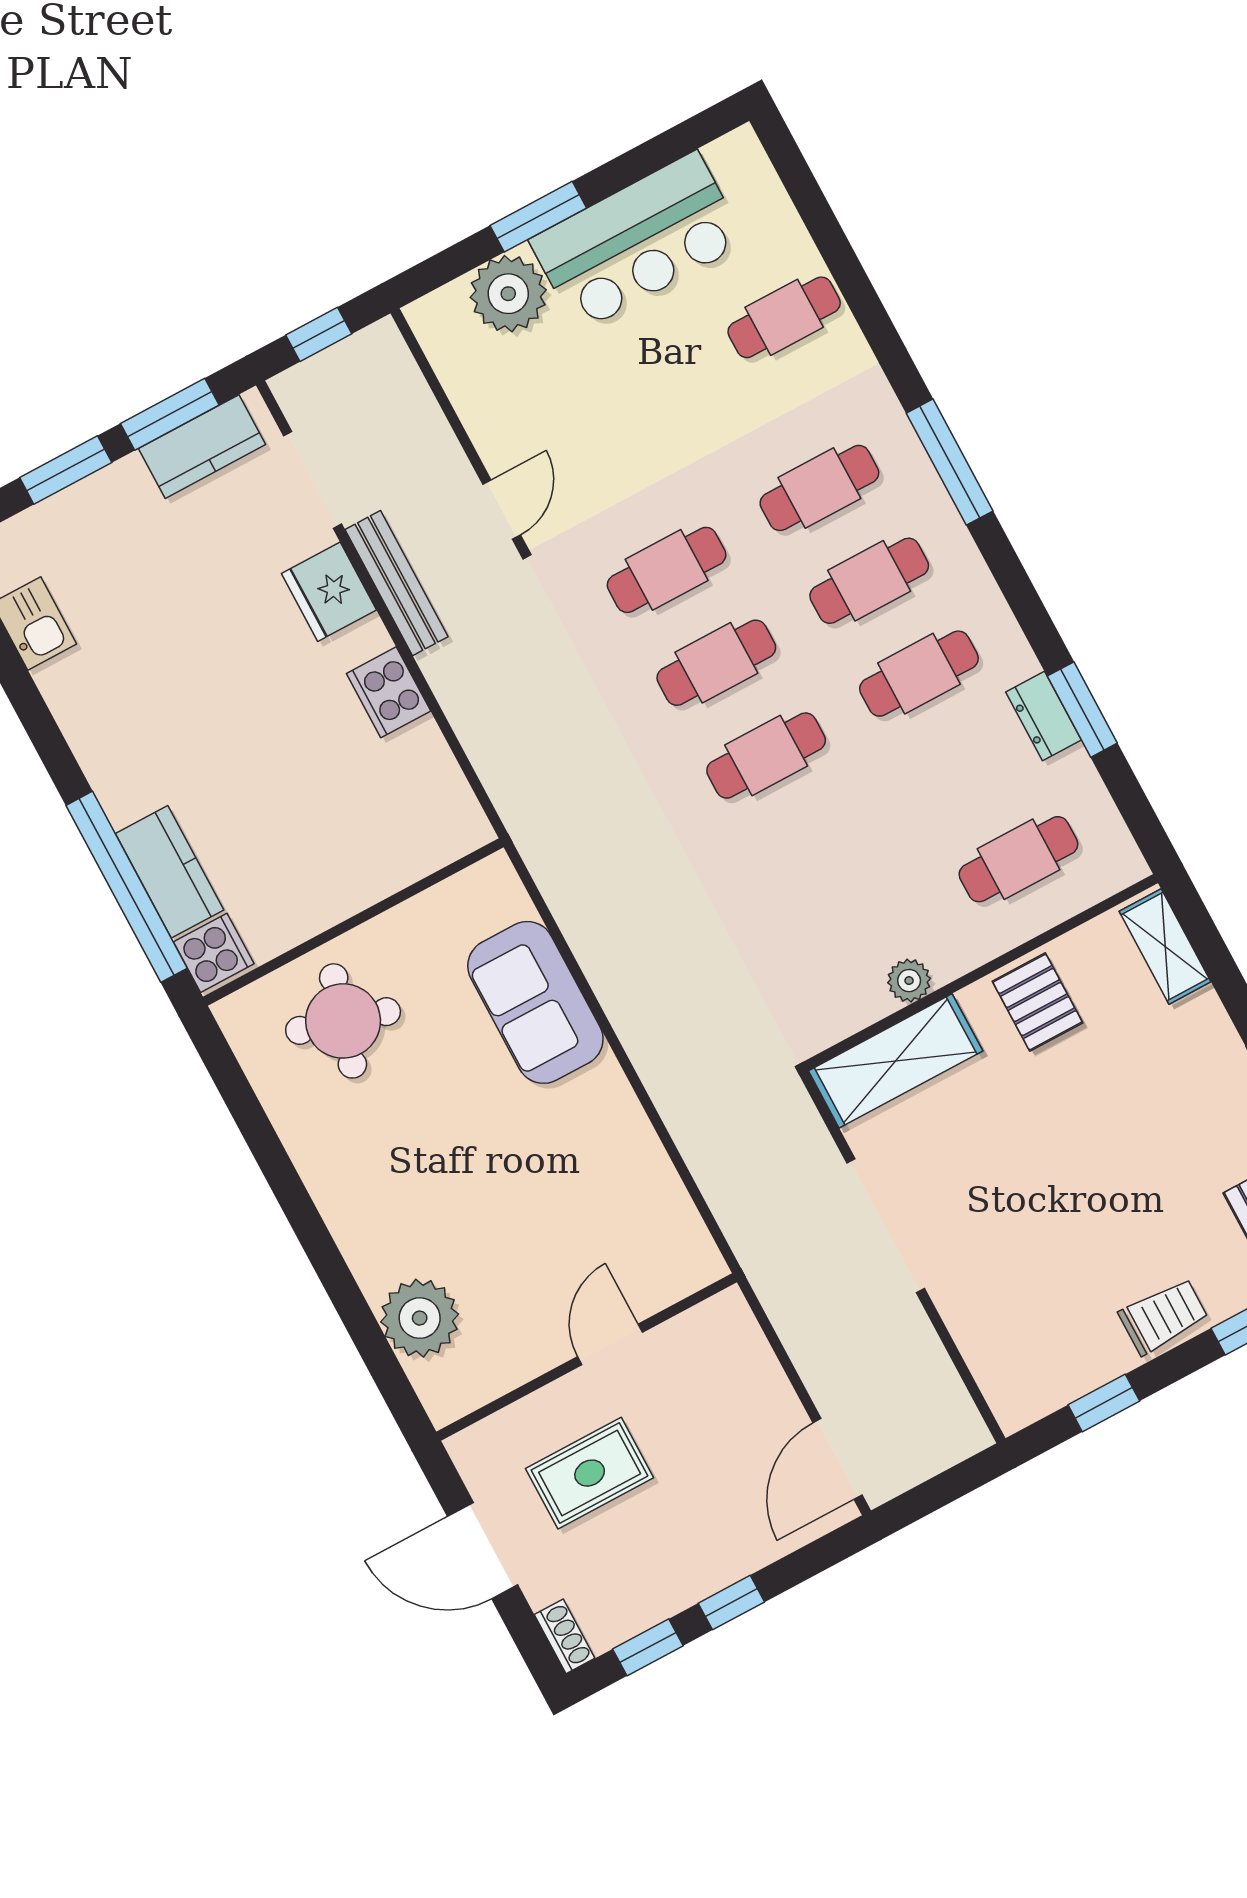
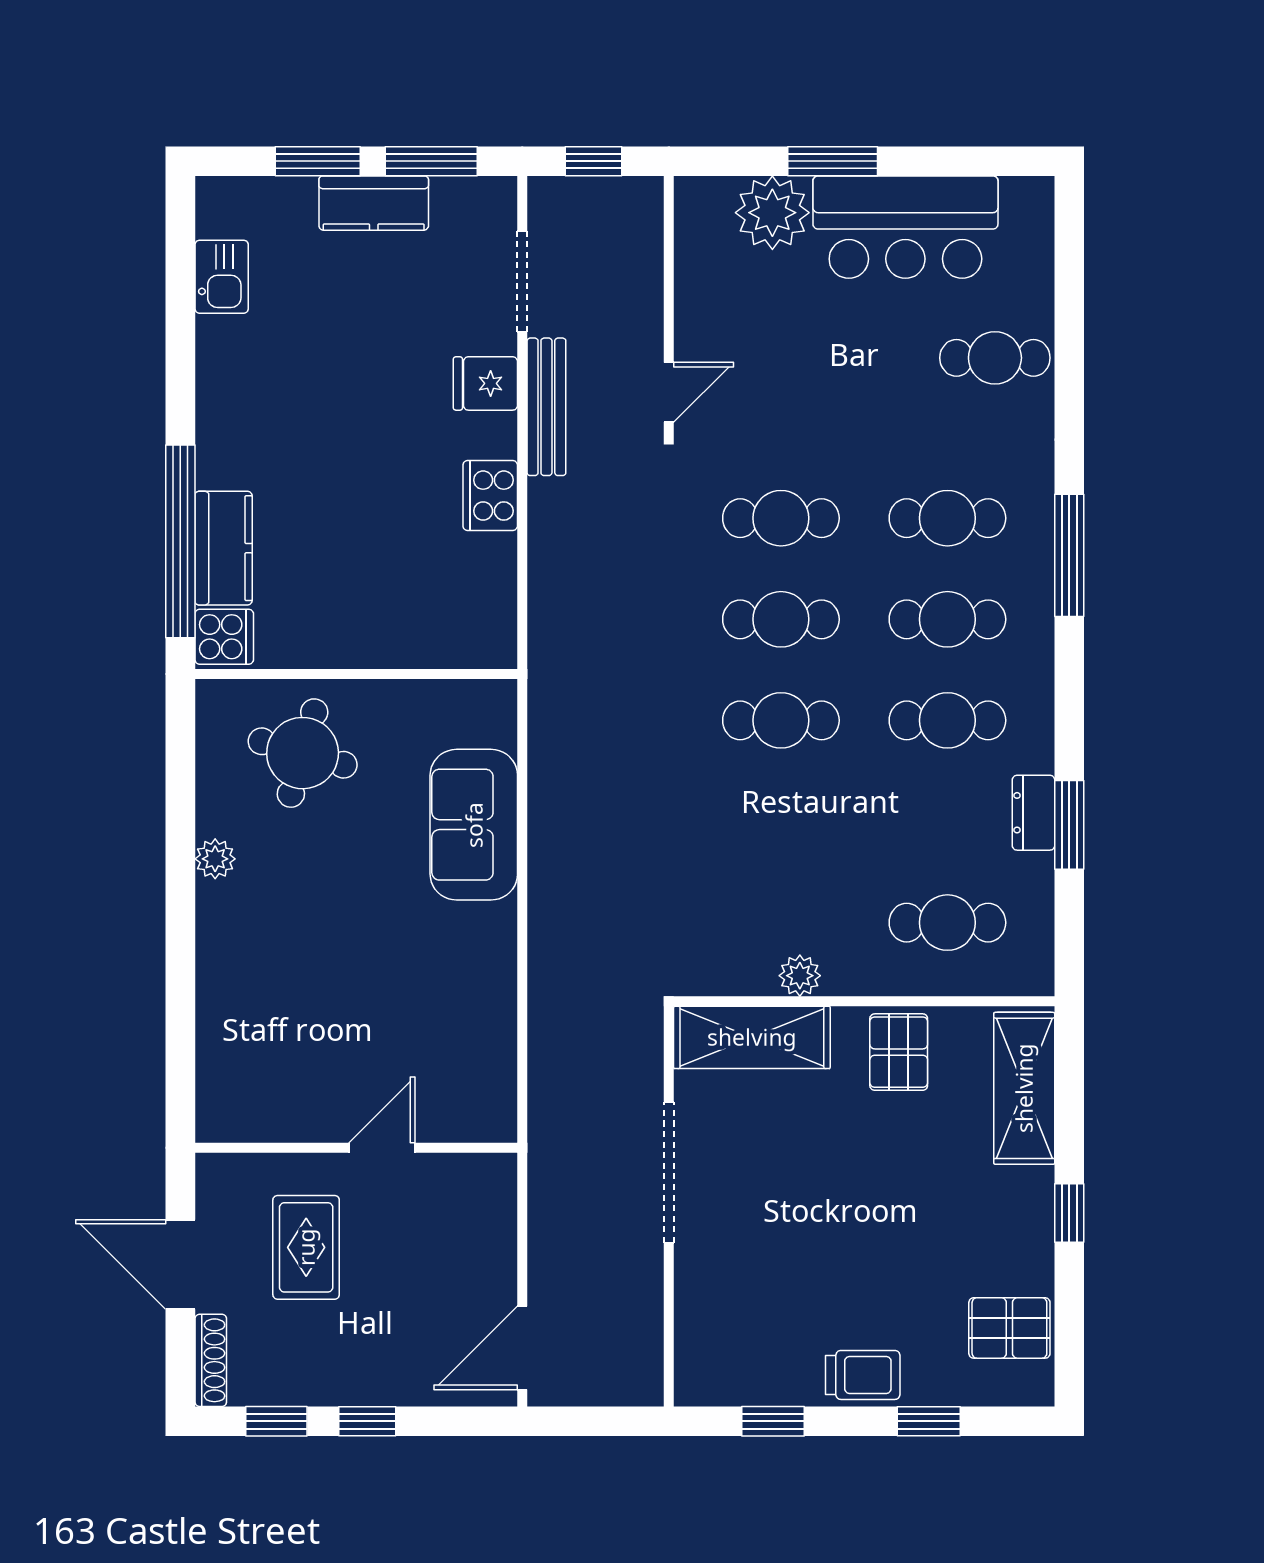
kitchen counter: (202, 447) -> (374, 203), moved
fridge: (329, 592) -> (485, 383), width x0.72
shelving: (1165, 946) -> (1024, 1088), width x1.50, depth x1.33
plant: (420, 1318) -> (215, 859), moved, width x0.53, depth x0.53
rug: (590, 1473) -> (306, 1247), turned 90
shoe rack: (565, 1636) -> (211, 1360), width x1.43

